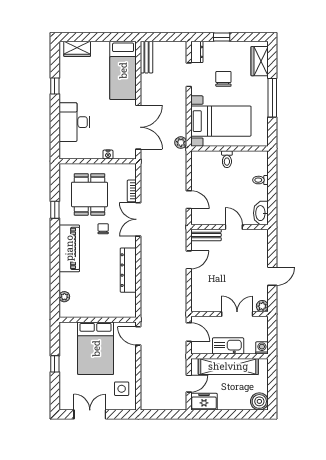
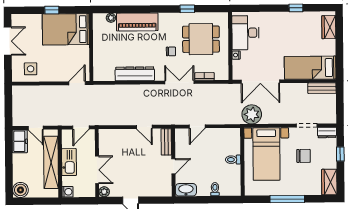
wardrobe: (260, 61) -> (329, 182), moved, turned -90
desk: (74, 122) -> (245, 33), moved, turned -90
plant: (181, 143) -> (252, 114), width x1.88, depth x1.88
piano: (69, 248) -> (137, 22), moved
bed: (96, 348) -> (66, 29), moved

